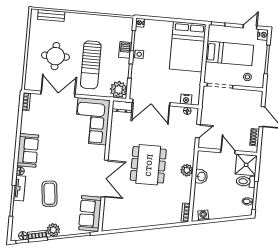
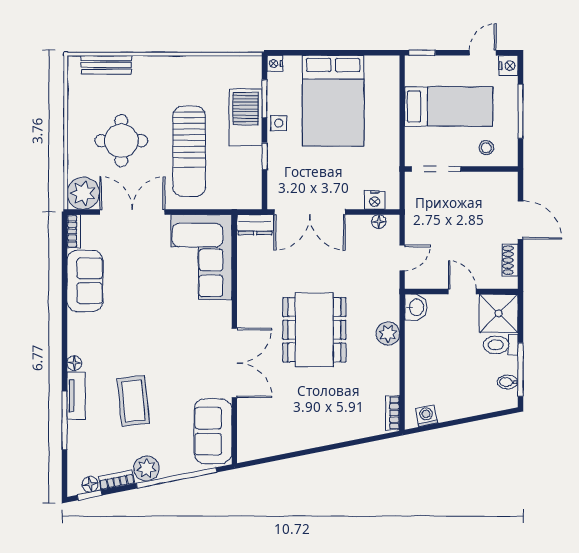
bed: (188, 47) -> (333, 101), moved
barbecue: (125, 50) -> (246, 117), width x1.88, depth x1.53
plant: (119, 90) -> (83, 193), moved
sofa: (28, 150) -> (85, 281), moved
washbasin: (201, 176) -> (416, 307), moved

